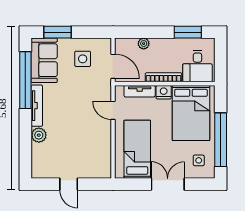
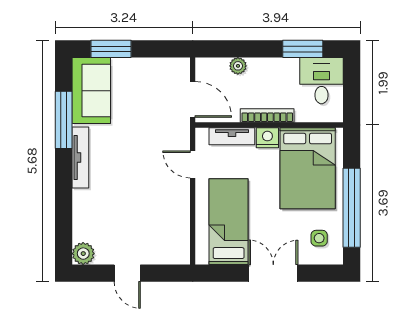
side table: (83, 59) -> (148, 88), removed
desk: (197, 66) -> (321, 81), moved, turned 180
window: (25, 80) -> (64, 120), width x0.68
plant: (39, 135) -> (83, 254), moved

